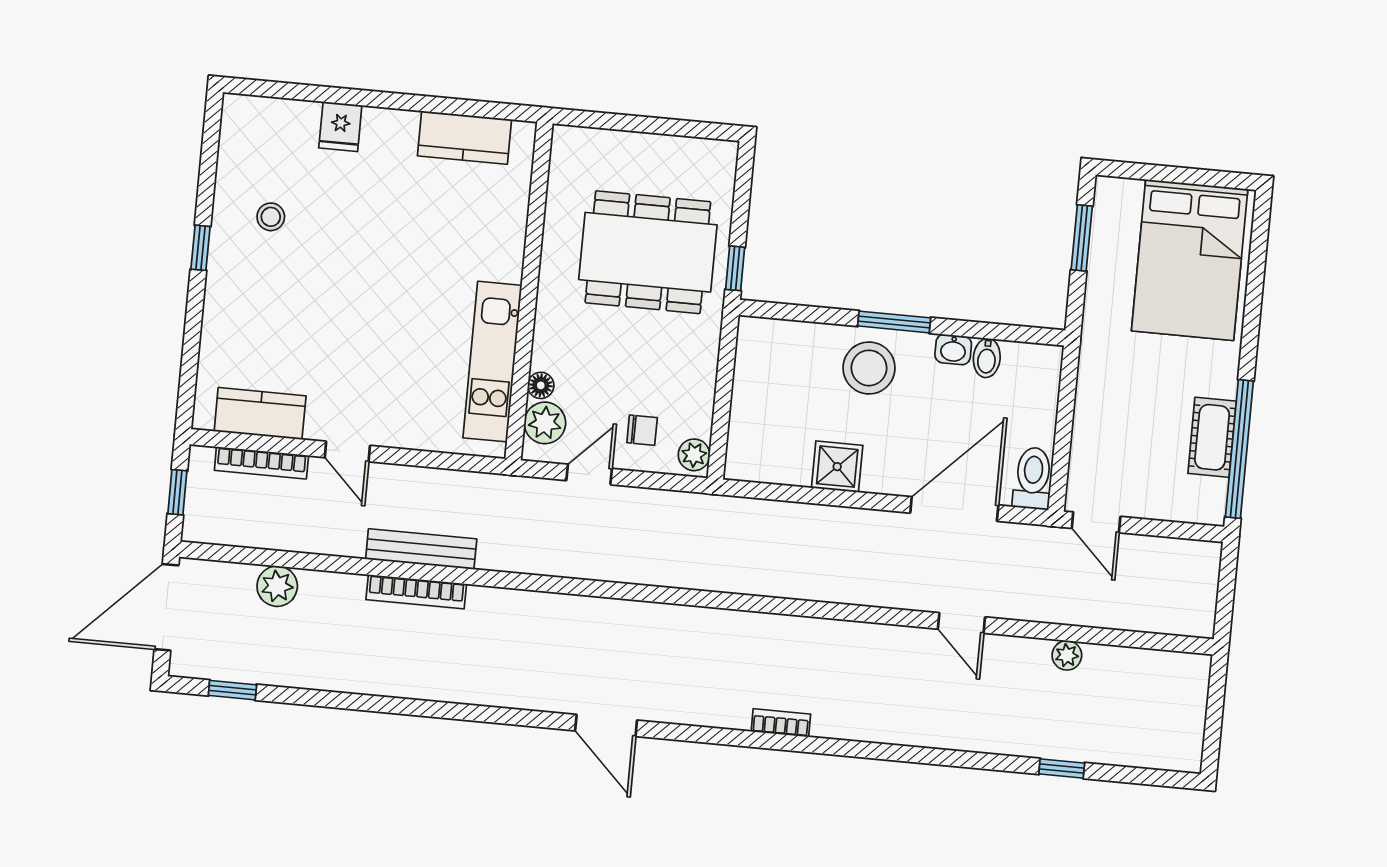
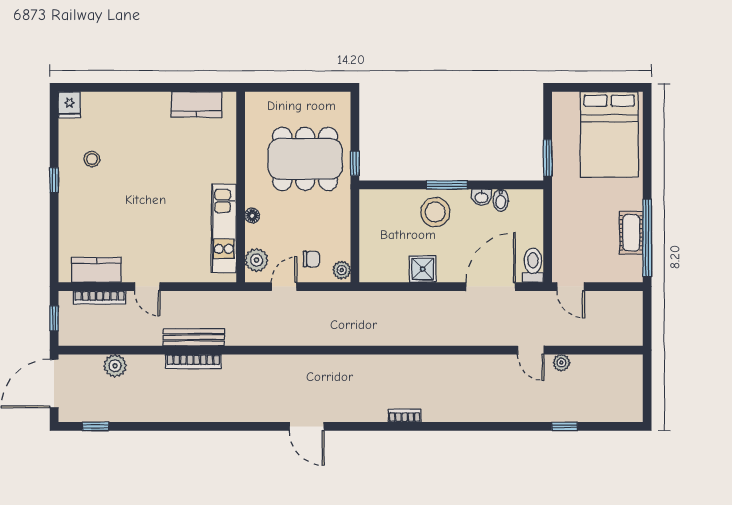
fridge: (340, 127) -> (69, 105), moved
window: (1082, 238) -> (548, 158), moved
floor lamp: (541, 385) -> (252, 216), moved
door: (961, 623) -> (531, 350), moved

